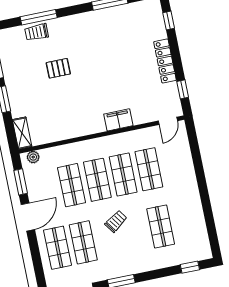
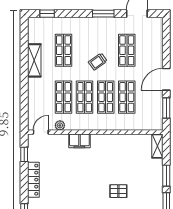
plant: (33, 157) -> (60, 125), moved
shelving: (194, 207) -> (34, 60), added
shop shelf: (58, 248) -> (148, 50), removed

